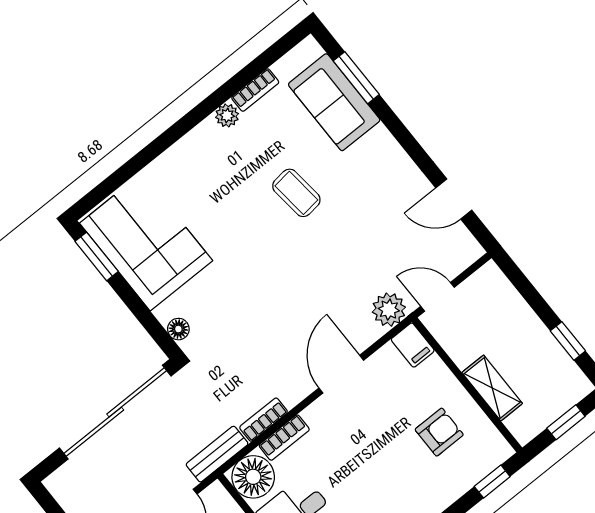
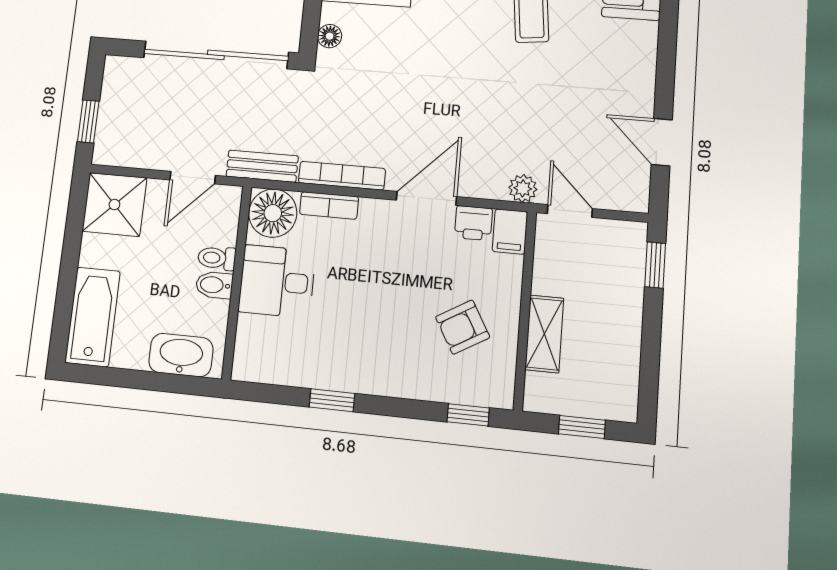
plant: (389, 310) -> (523, 188), width x0.73, depth x0.73
window: (568, 341) -> (655, 265), moved
printer: (385, 361) -> (473, 223), added
bookcase: (264, 420) -> (342, 176), width x1.56
armchair: (439, 432) -> (463, 327), turned 150

